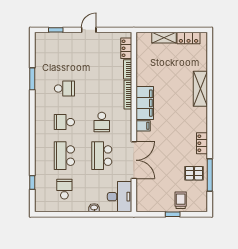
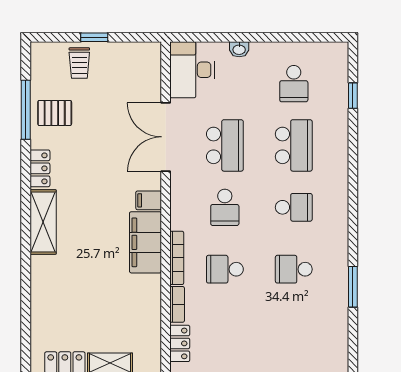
school desk: (102, 89) -> (225, 269), added
shelving: (200, 89) -> (43, 222), moved
school desk: (102, 122) -> (225, 207), turned 180

